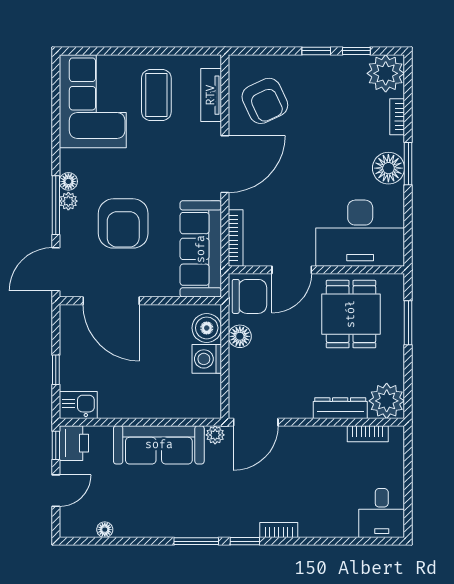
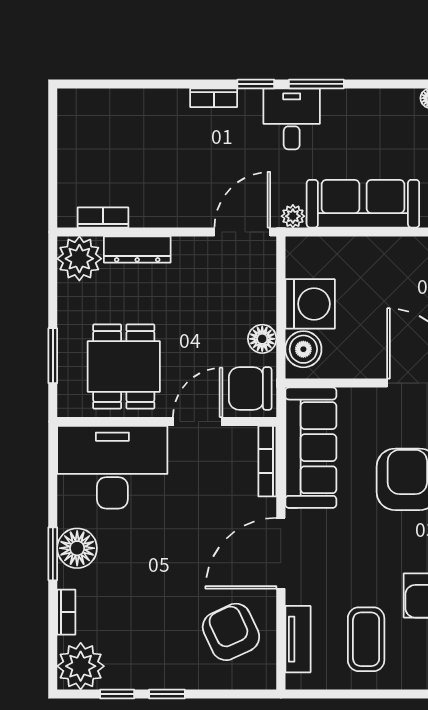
washing machine: (207, 359) -> (310, 304), width x1.37, depth x1.37
desk: (382, 513) -> (292, 119), moved

